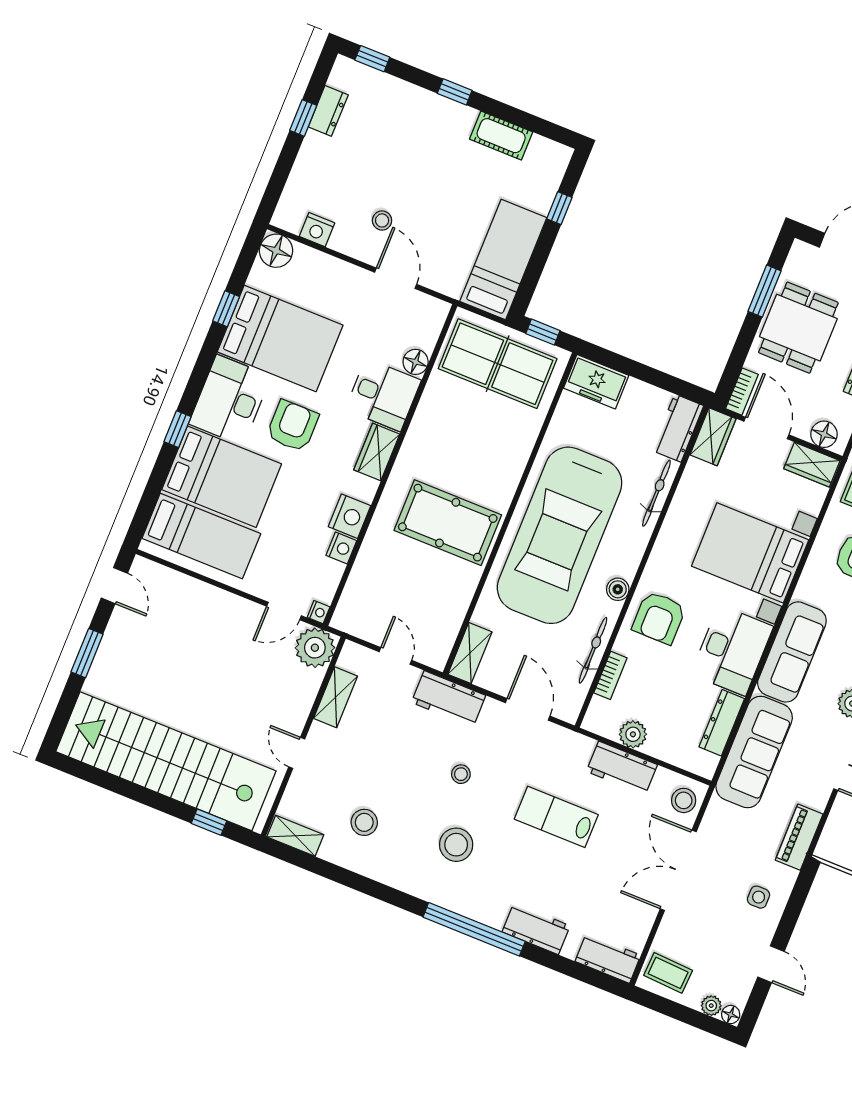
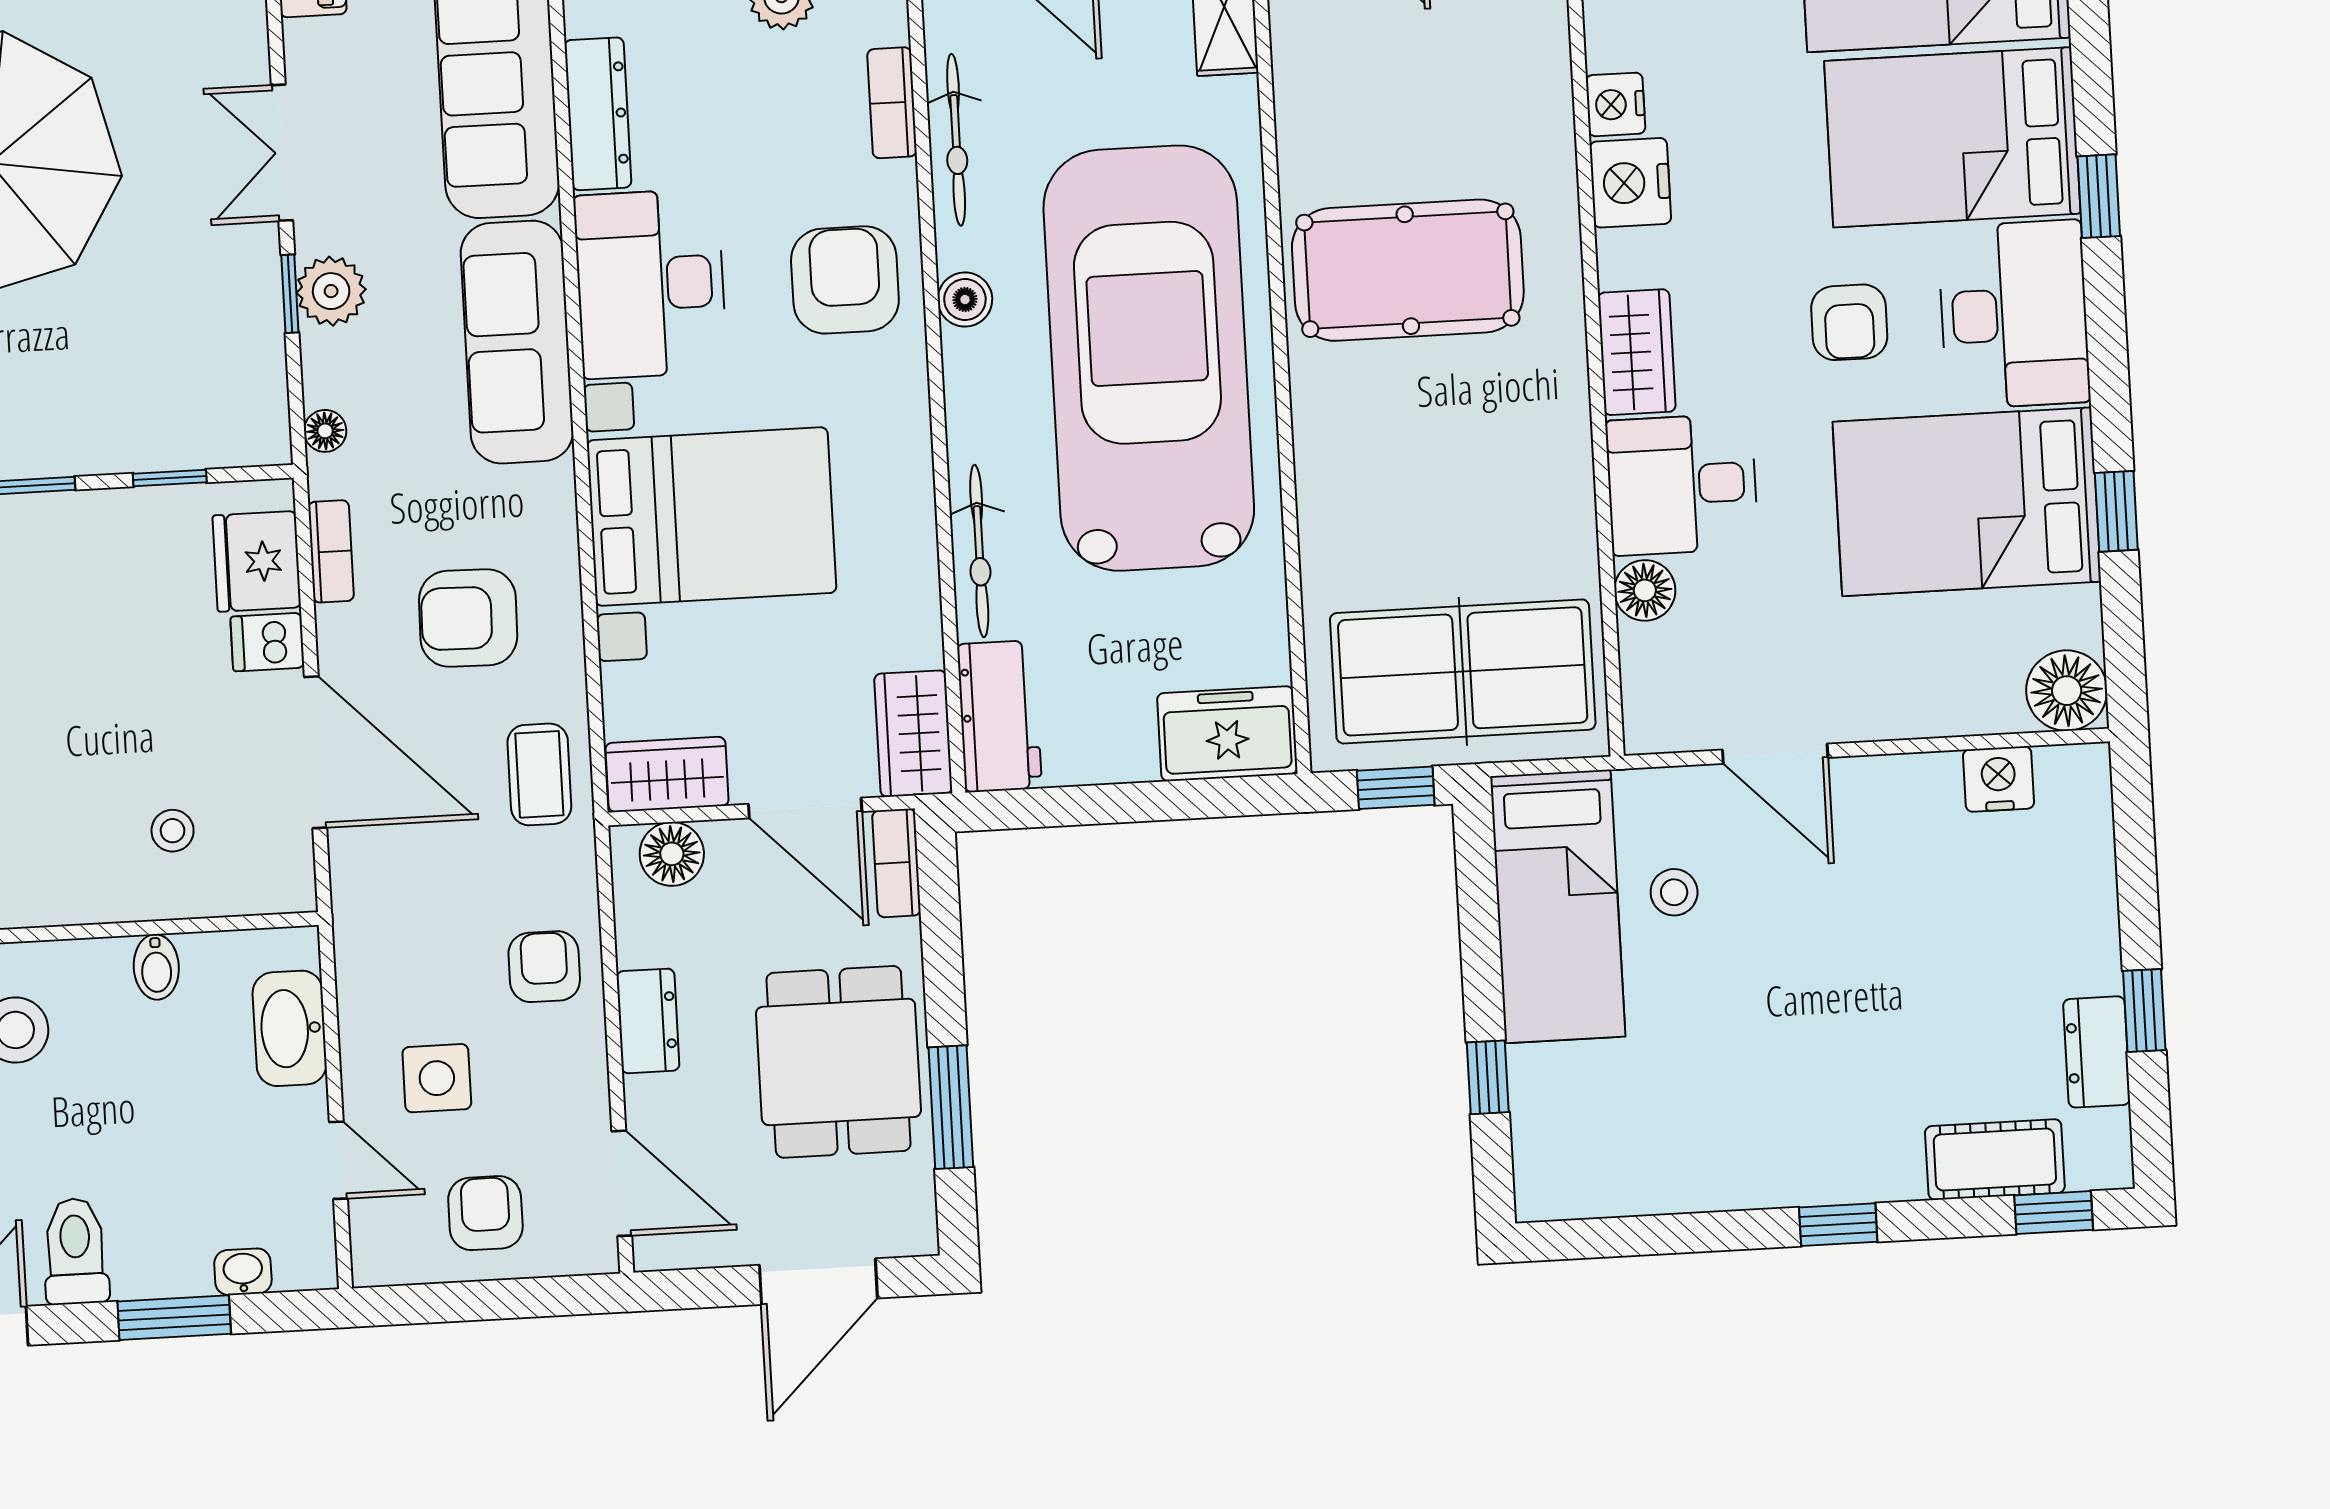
cot: (501, 136) -> (1995, 1160), moved
stool: (382, 220) -> (1674, 892), moved
armchair: (292, 426) -> (1849, 322), width x0.72, depth x0.72

